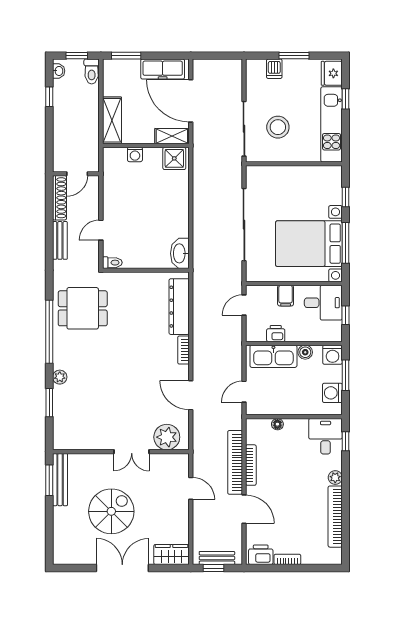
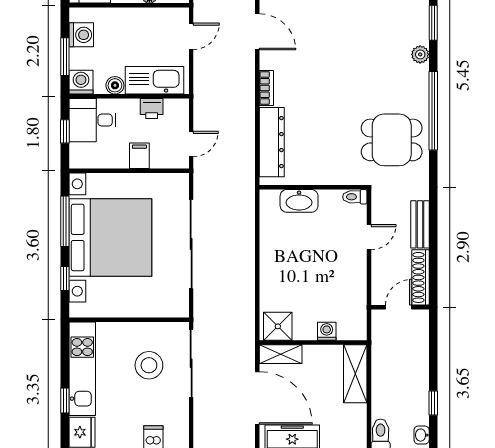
bed with nightstands: (309, 244) -> (110, 237), width x1.36
washbasin: (180, 253) -> (299, 201), moved, turned 90
desk: (323, 303) -> (92, 120), moved

